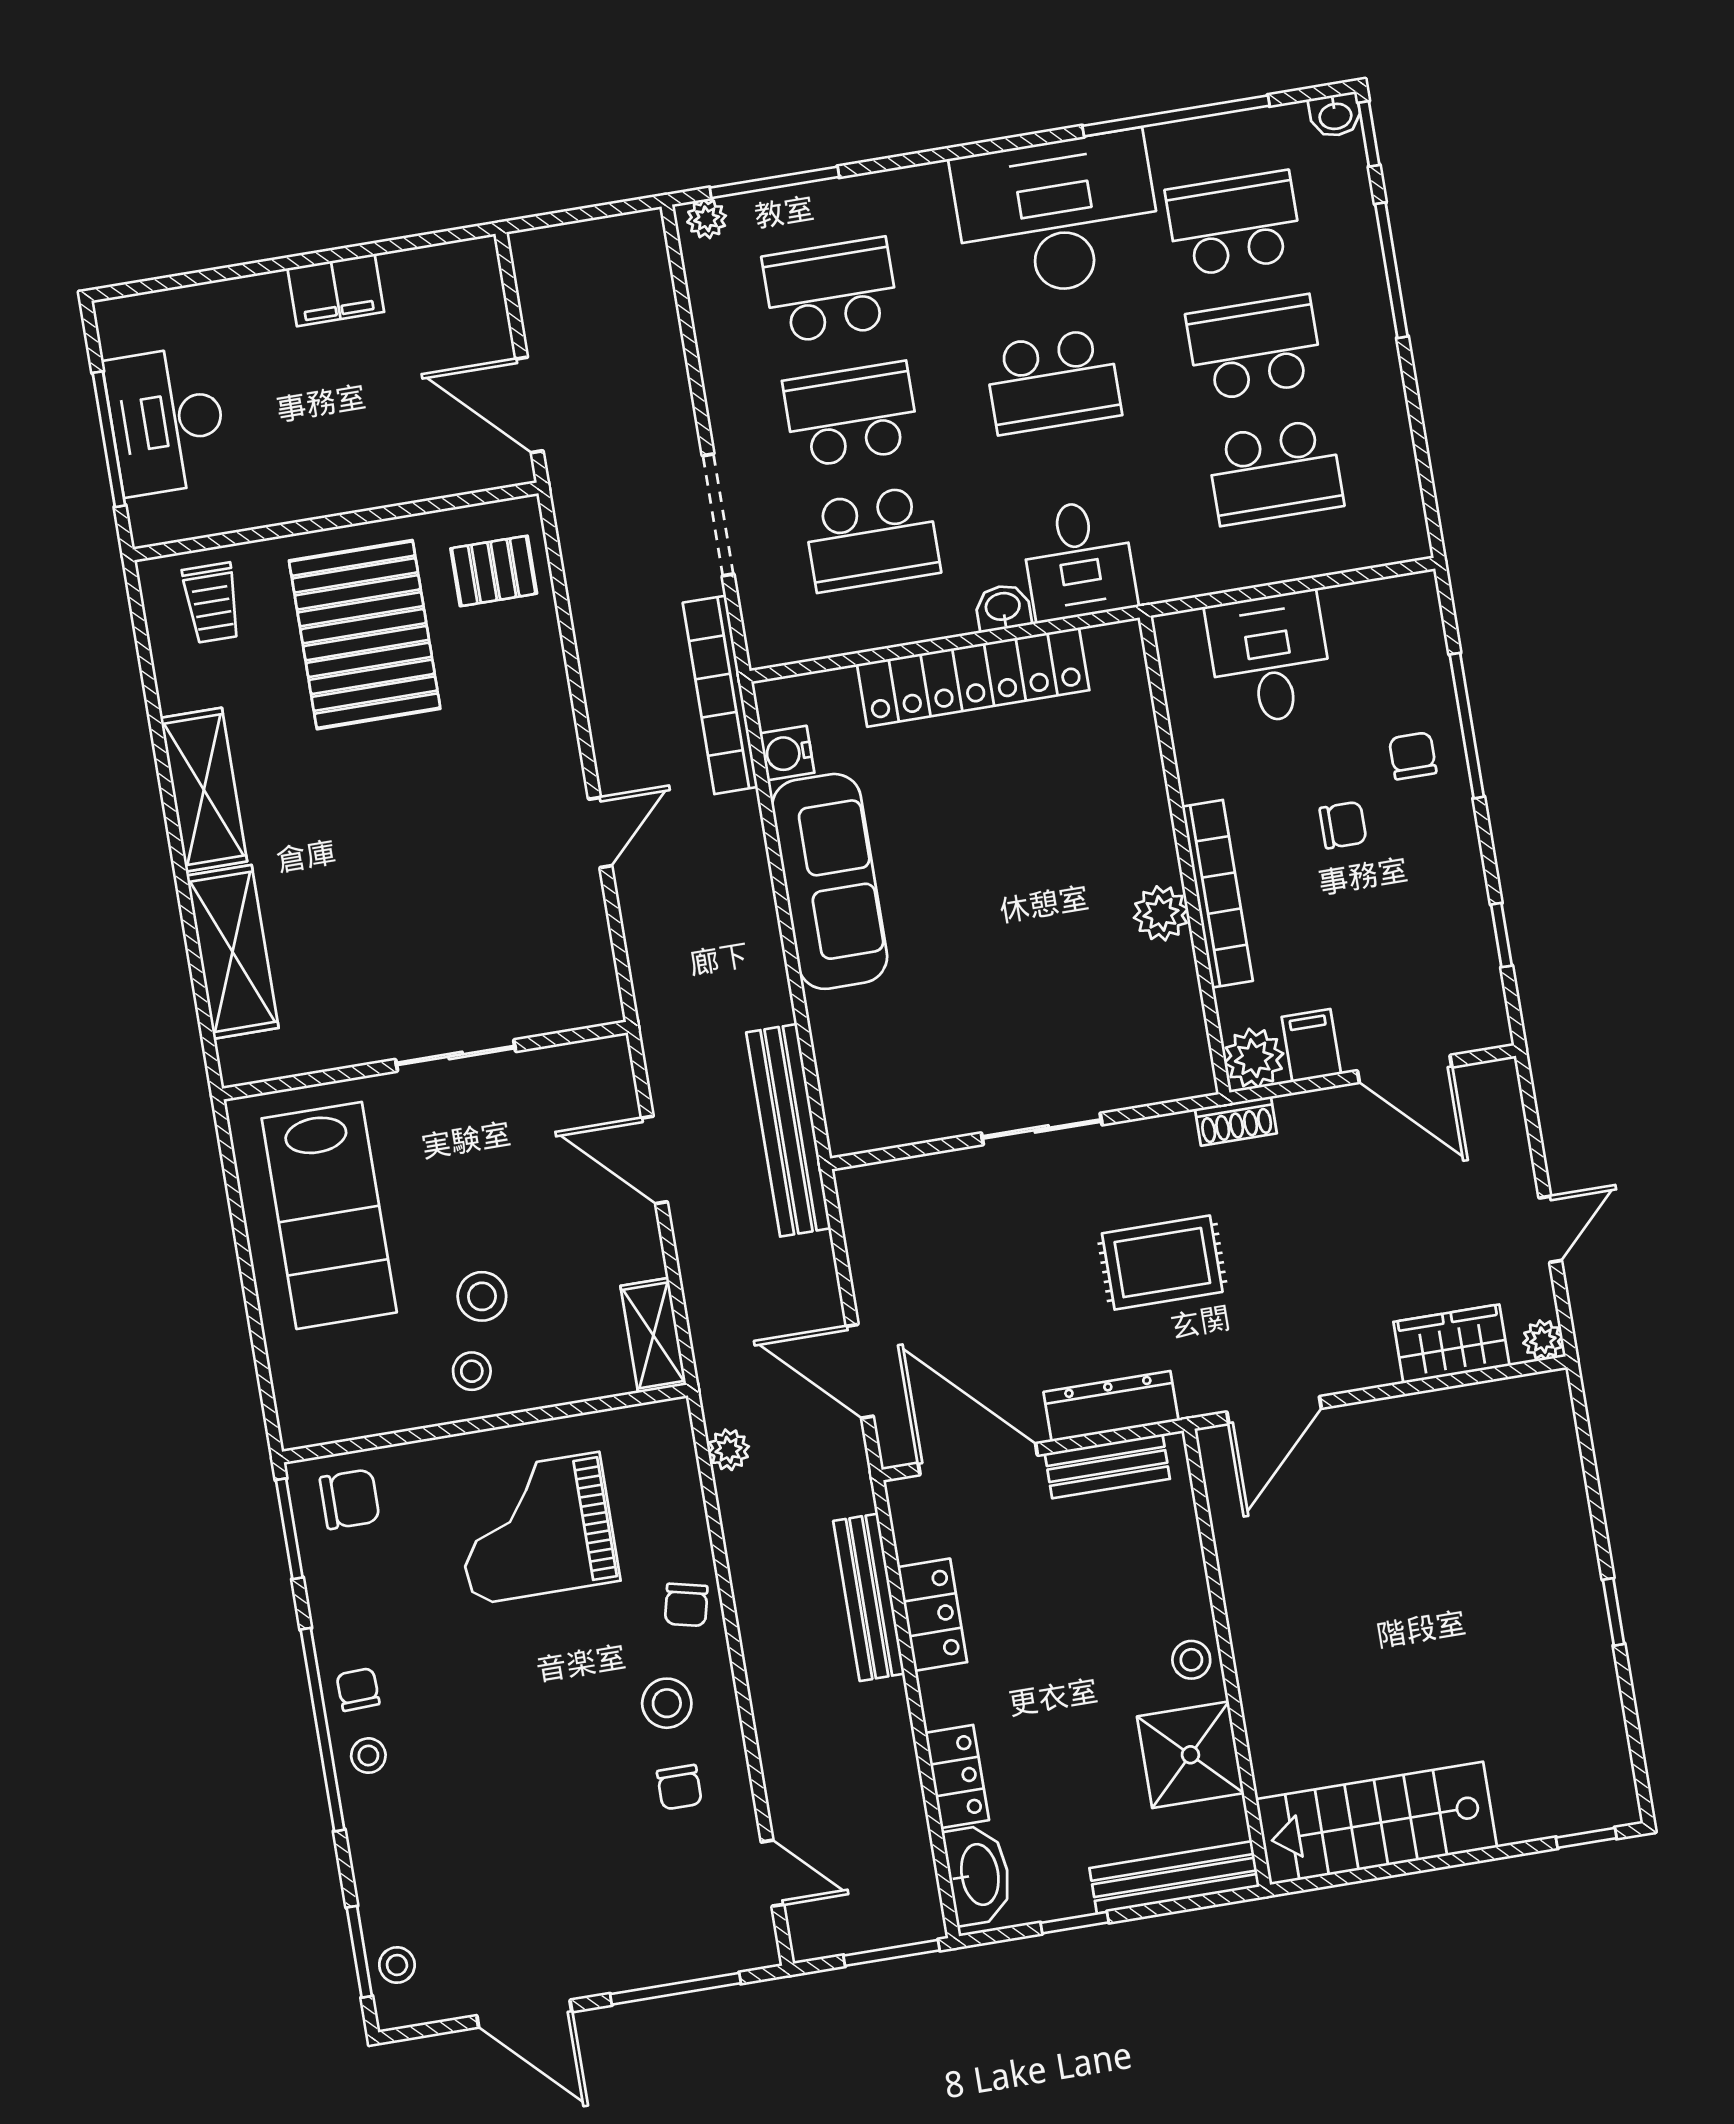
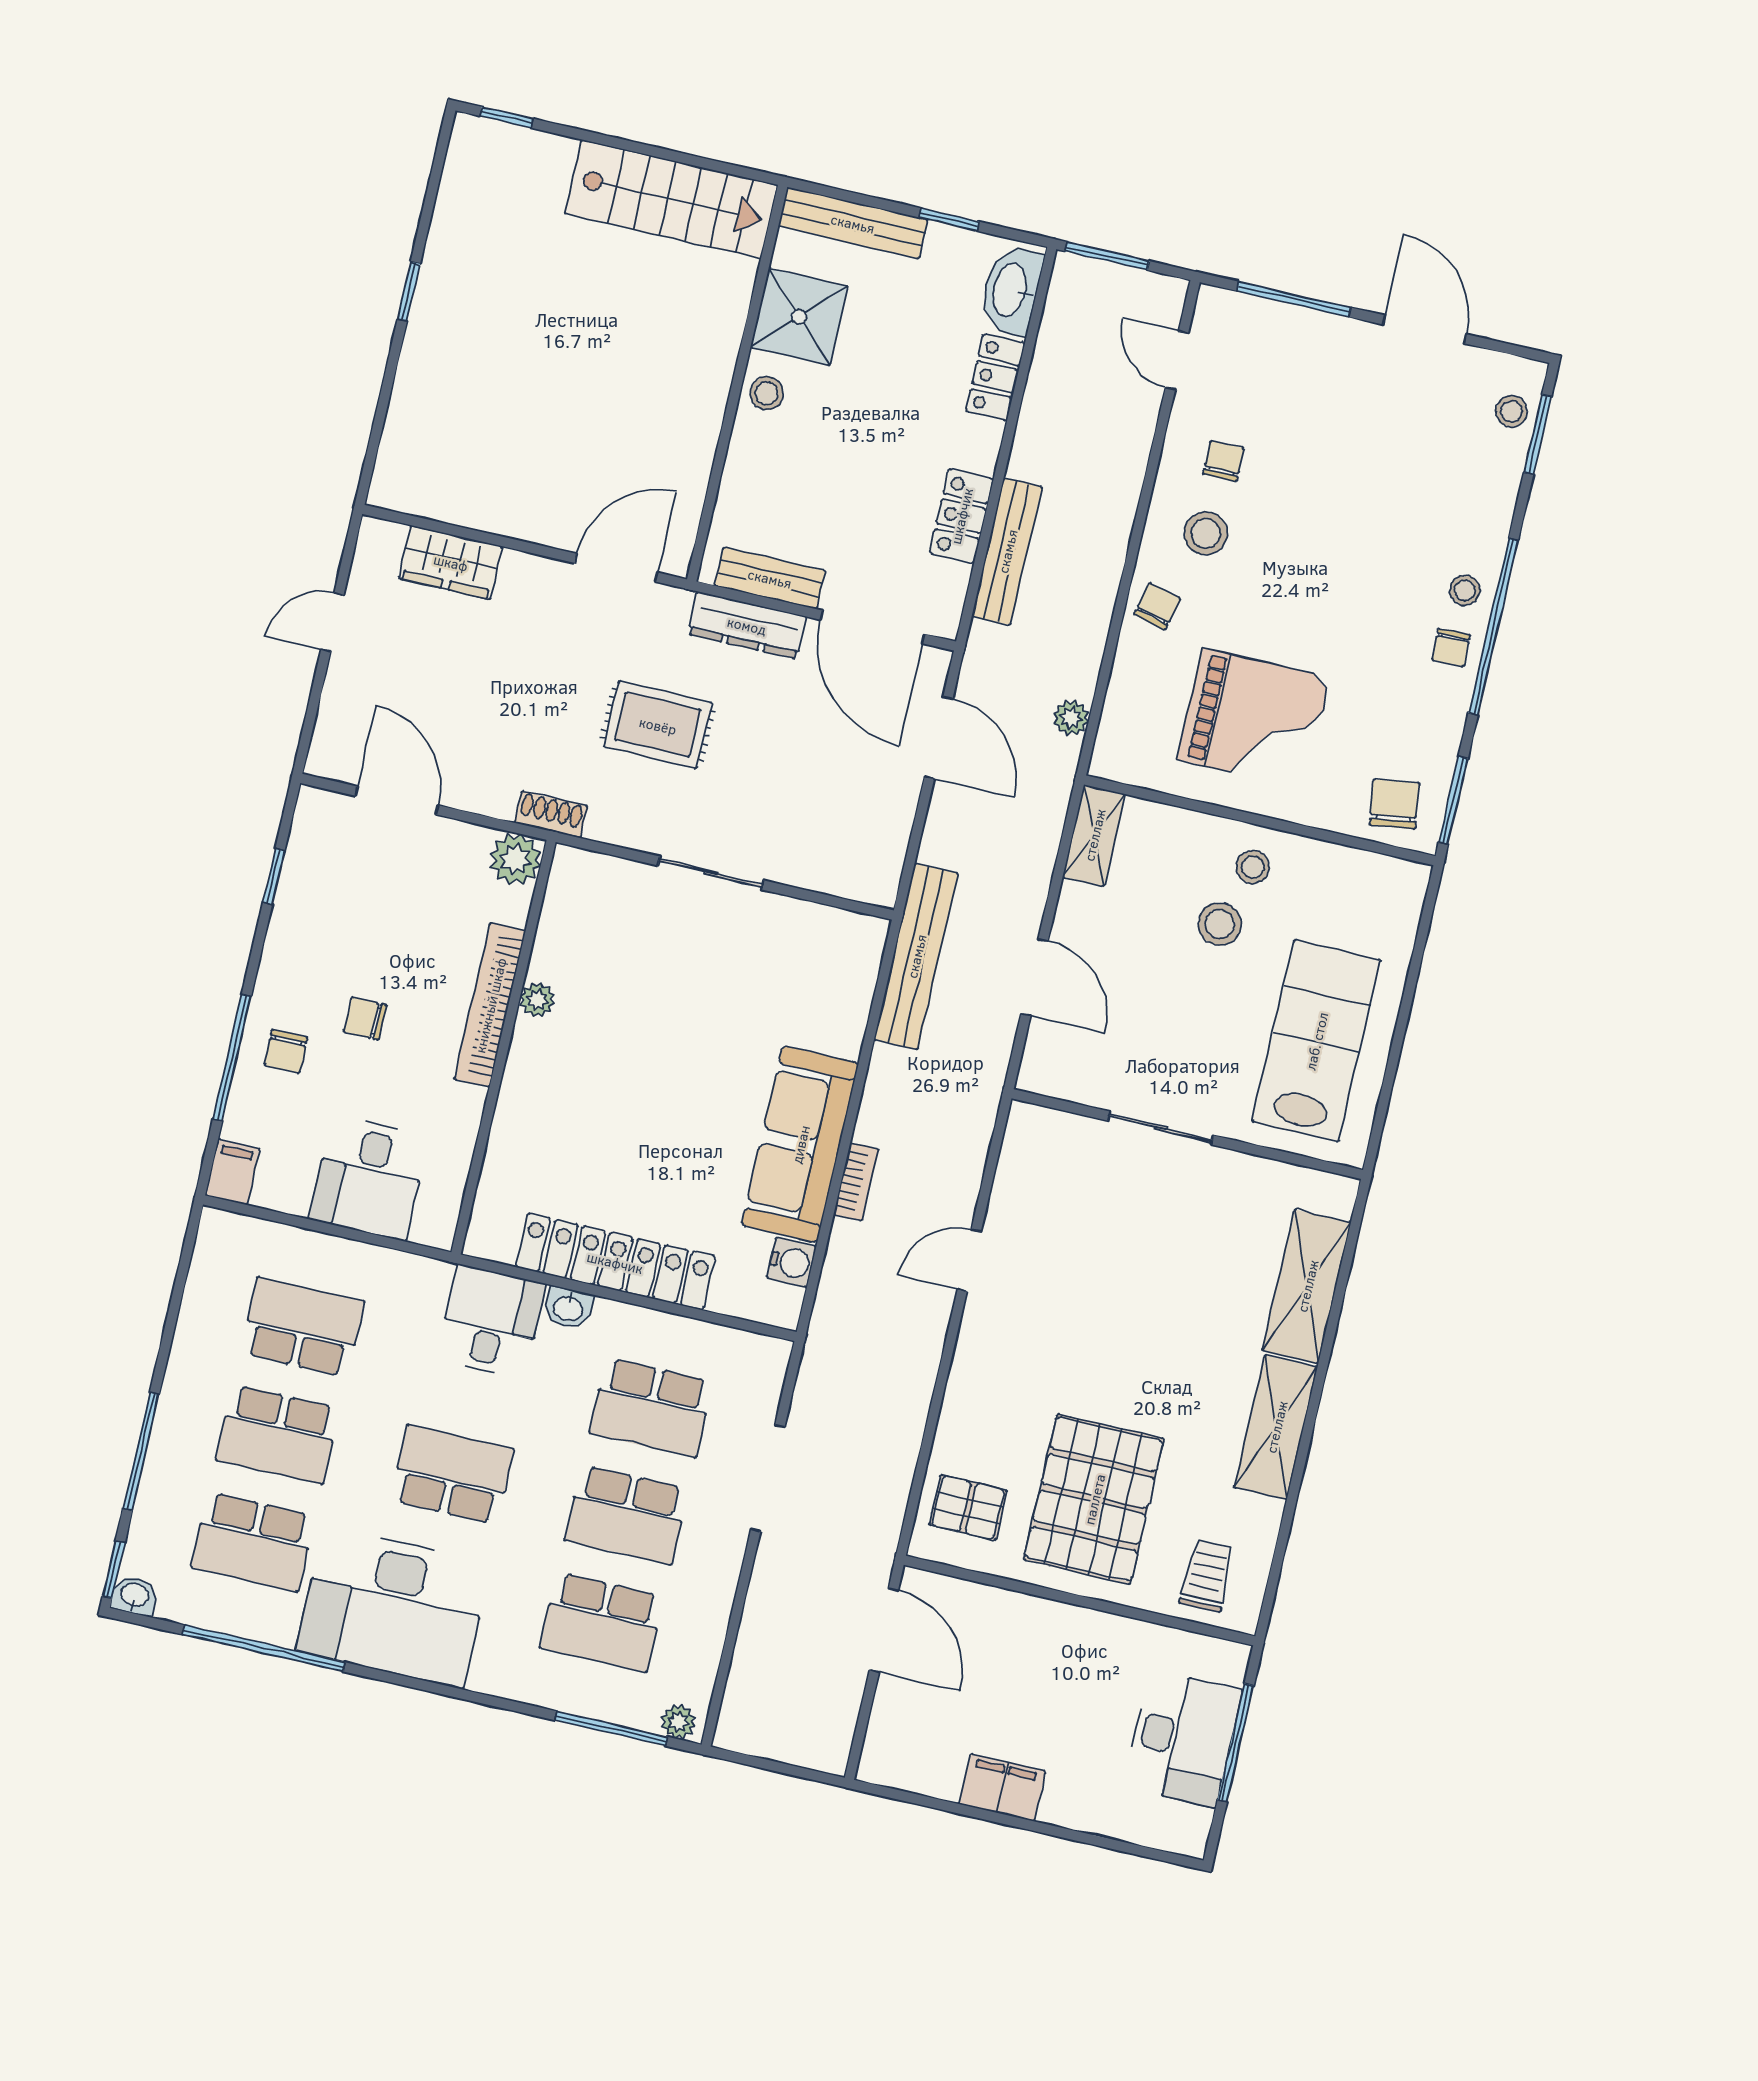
school desk: (872, 539) -> (651, 1407), turned 180
bookcase: (720, 695) -> (856, 1182), moved, width x0.43, depth x0.76
plant: (1161, 913) -> (537, 1000), width x0.73, depth x0.73
filing cabinet: (1311, 1046) -> (232, 1172), moved, turned 180
plant: (1543, 1340) -> (375, 535), removed
chair: (350, 1499) -> (1394, 804), turned 82

